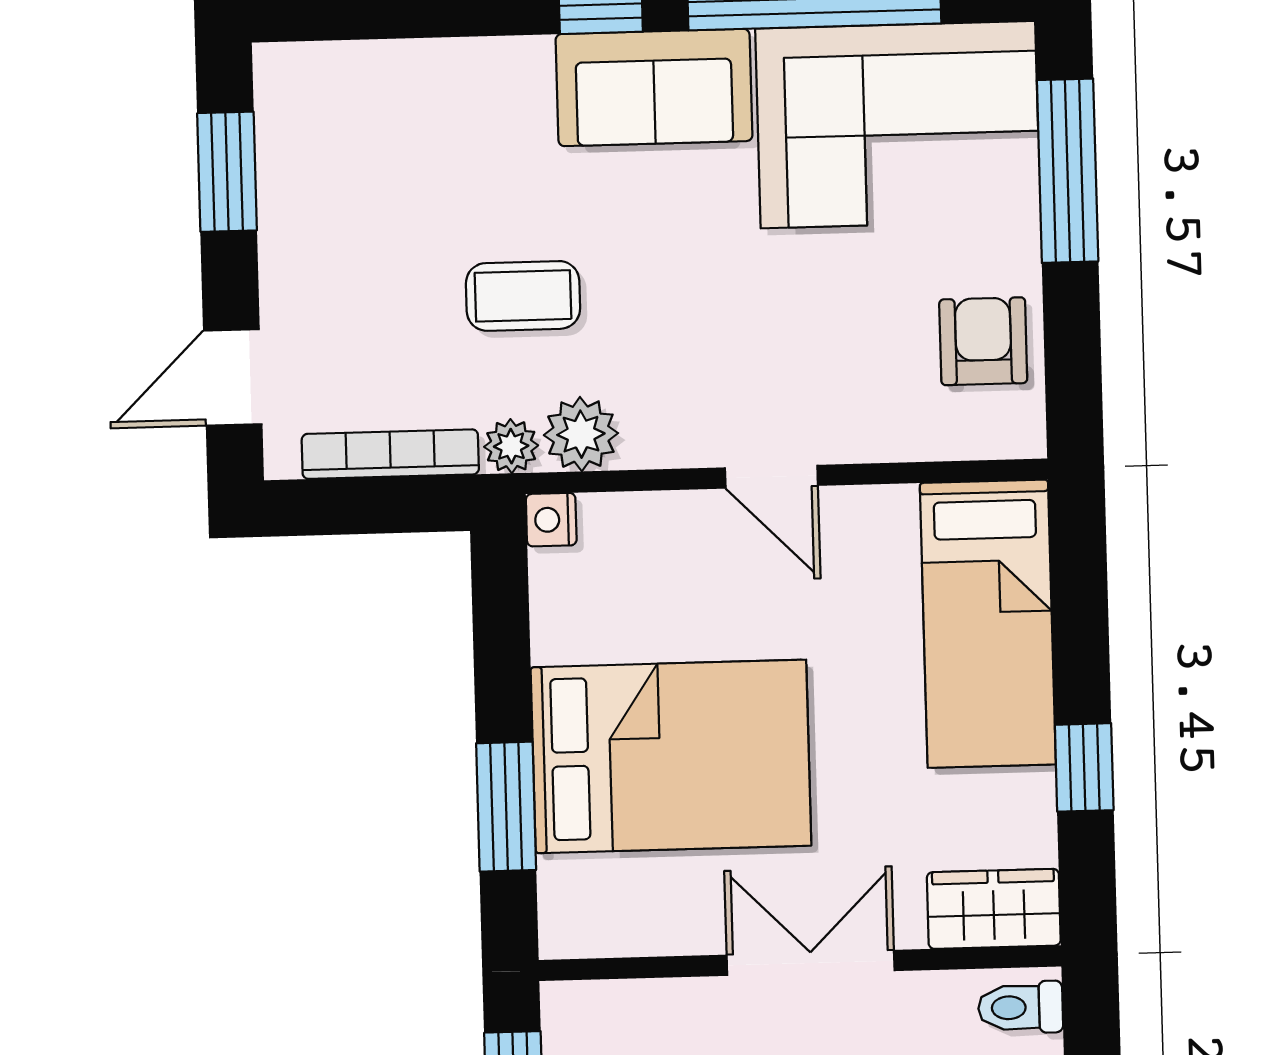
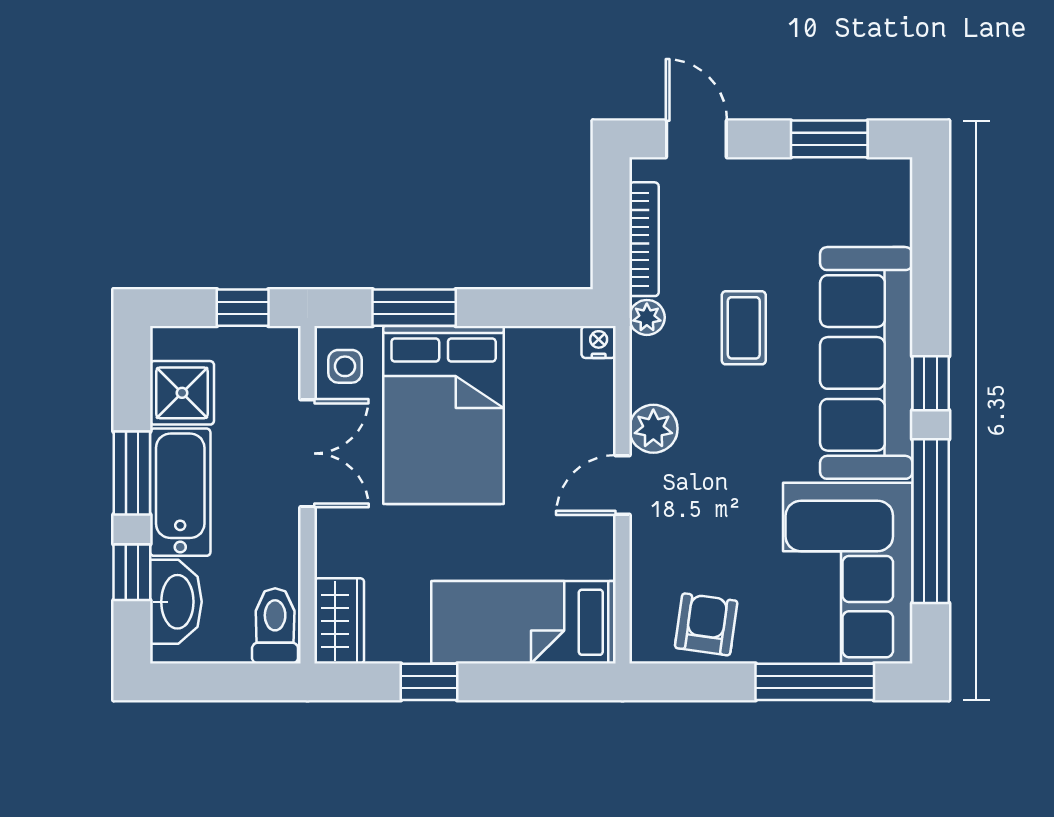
sofa: (654, 88) -> (866, 363), width x1.85, depth x1.27
armchair: (983, 341) -> (706, 624), turned -82
plant: (581, 434) -> (653, 429), moved
side table: (600, 911) -> (345, 366), added
double door: (811, 963) -> (308, 453), moved
toilet: (1020, 1007) -> (275, 626), width x1.37, depth x1.39

